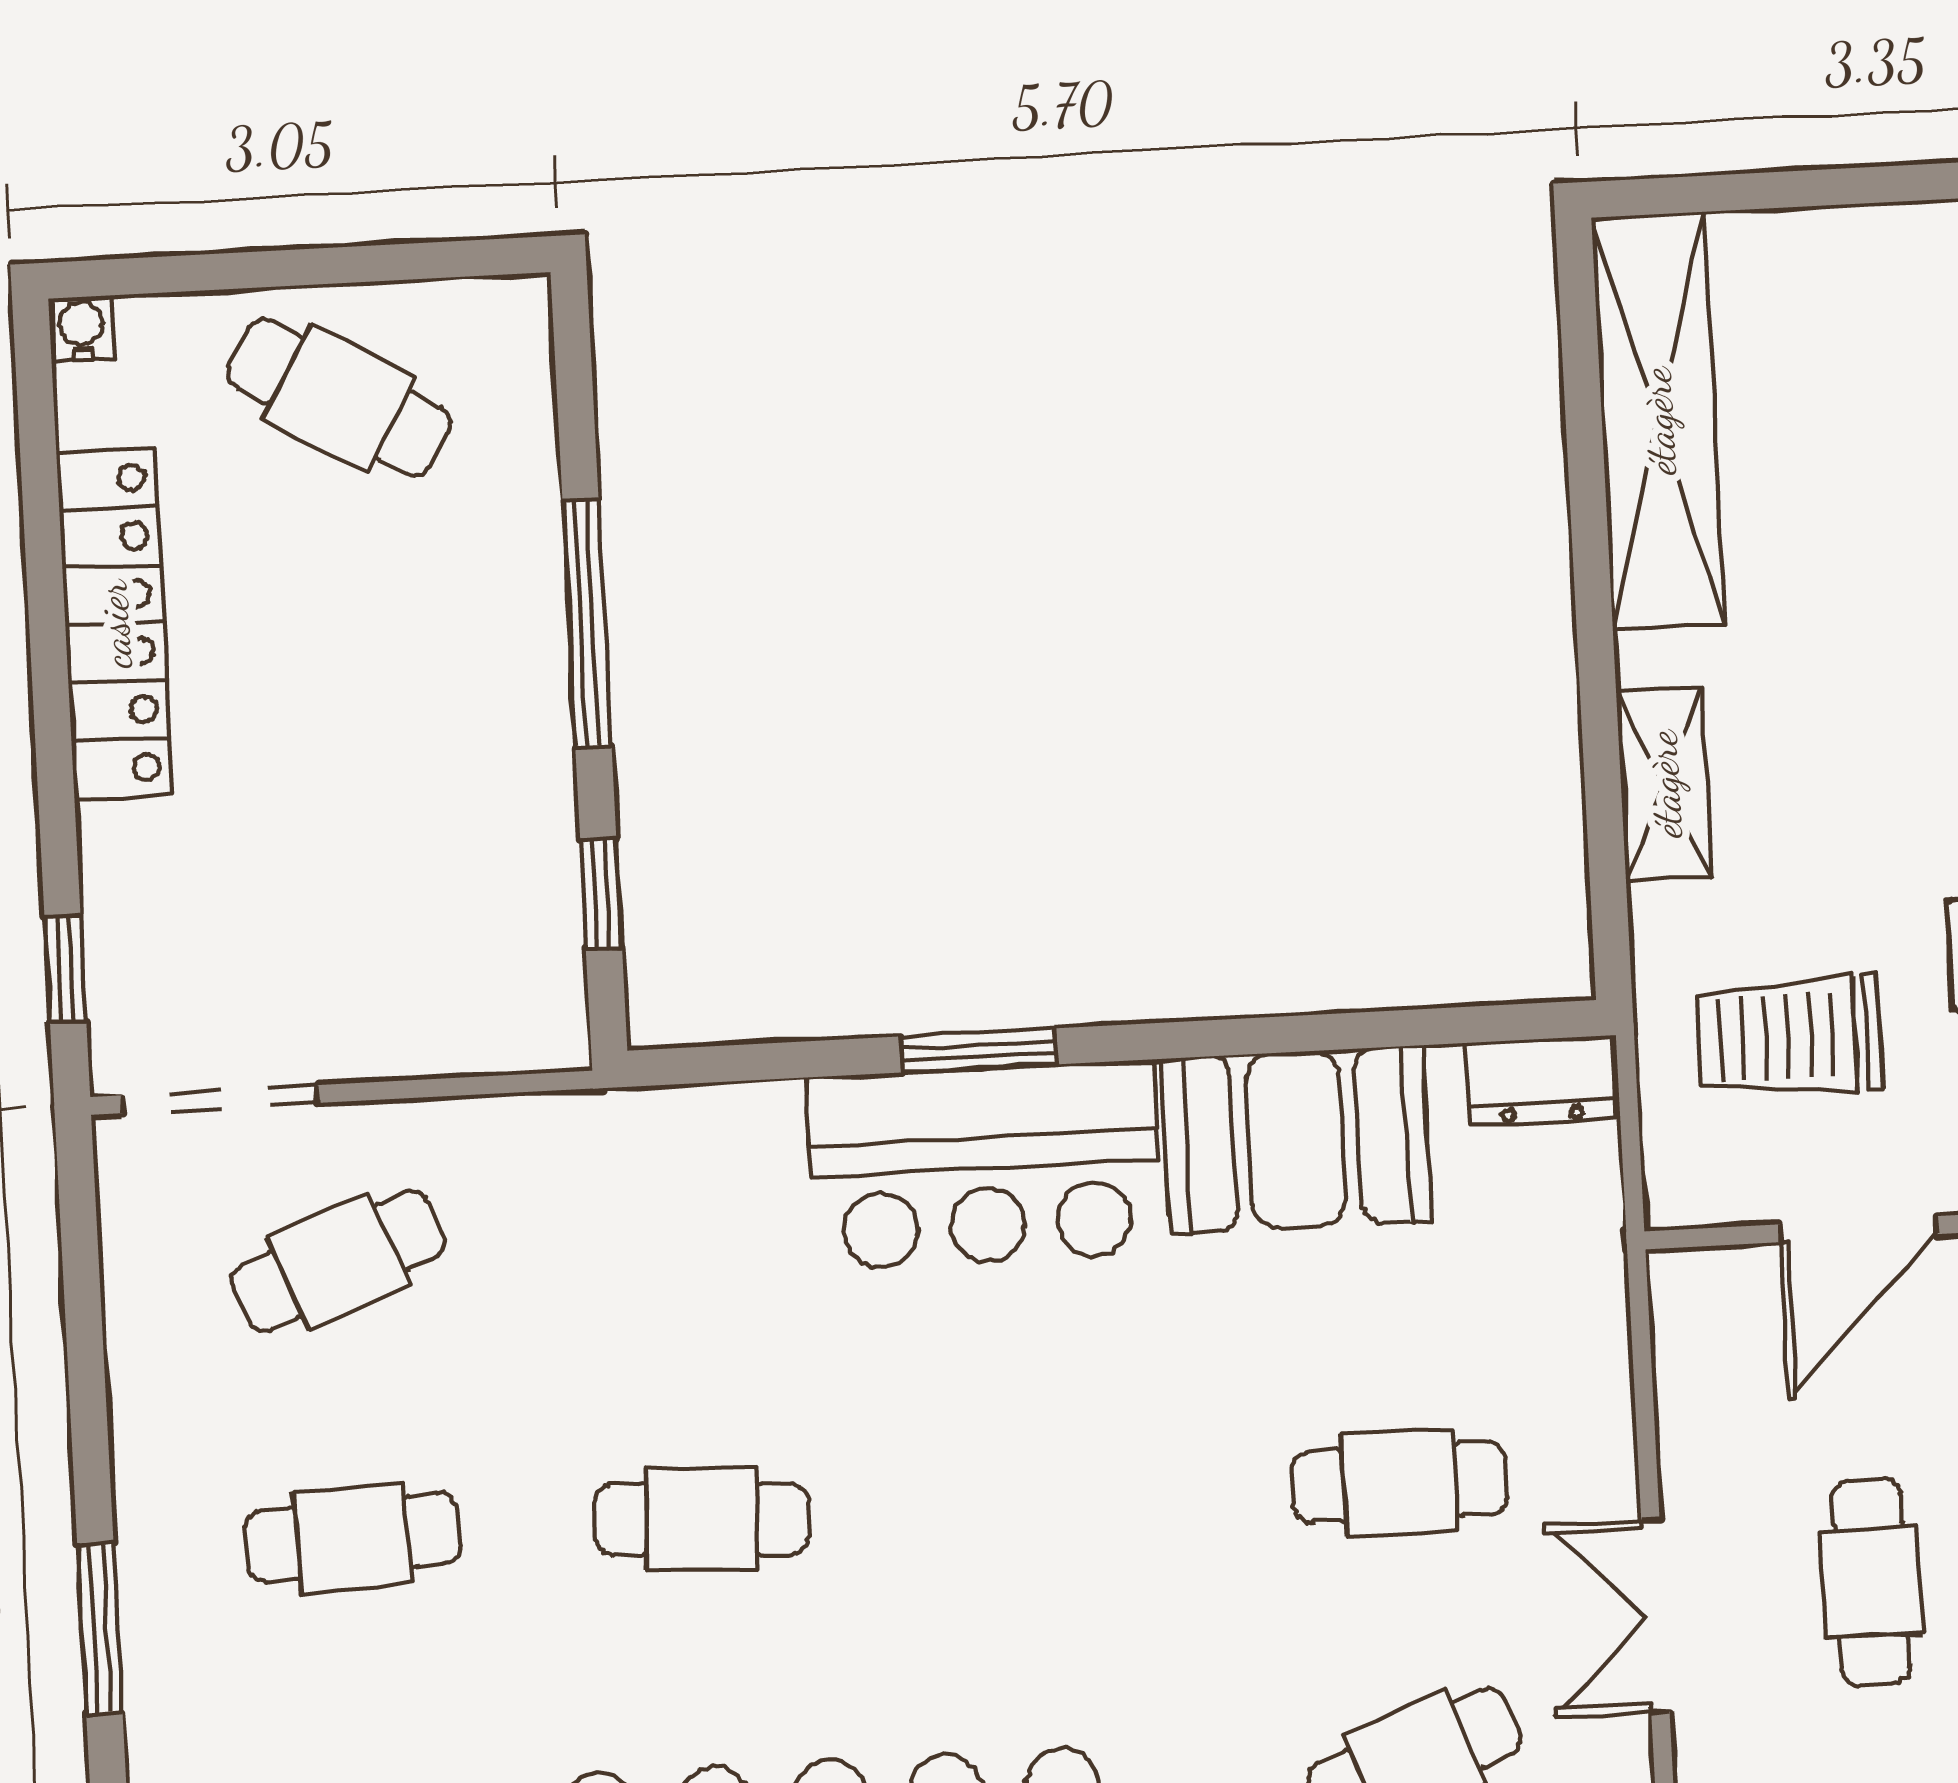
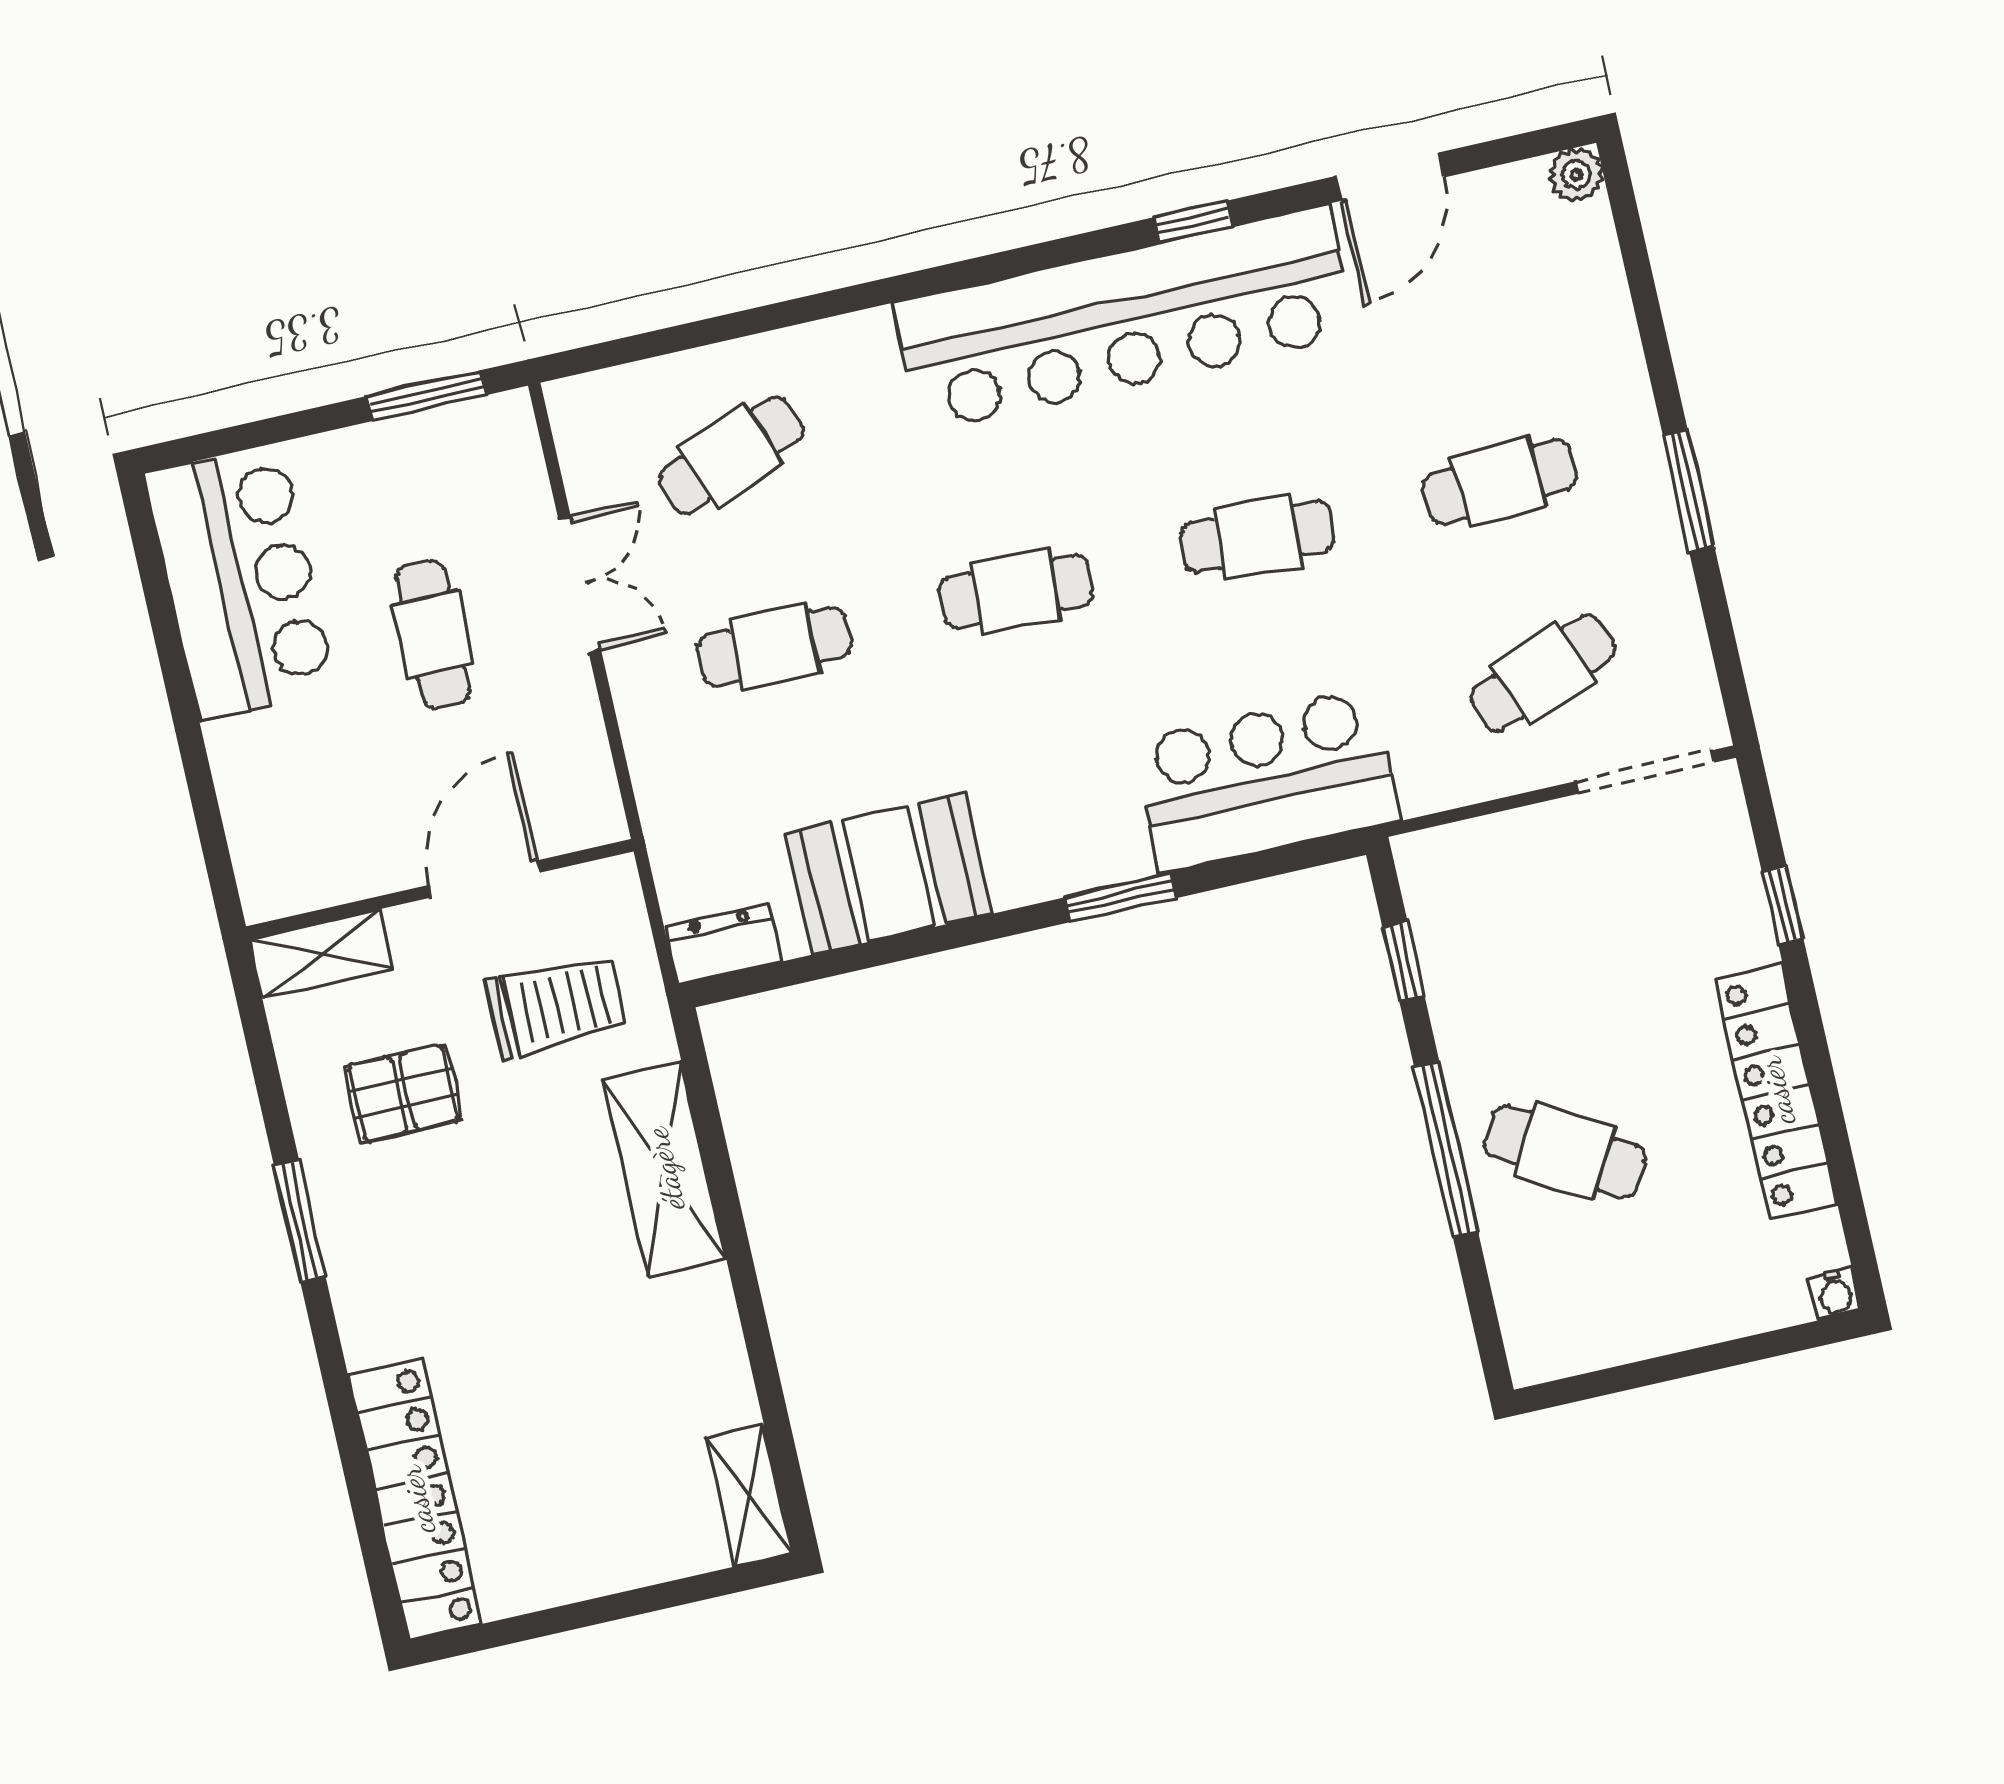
cafe table: (339, 398) -> (1565, 1151), moved
shelving: (1658, 421) -> (749, 1495), width x0.45, depth x0.75
shelving: (1664, 784) -> (664, 1169), width x1.50, depth x1.33
window: (65, 969) -> (1783, 905), moved
bar counter: (985, 1165) -> (1266, 781), moved
cafe table: (1051, 1501) -> (1016, 592), added
window: (100, 1629) -> (1689, 491), moved

